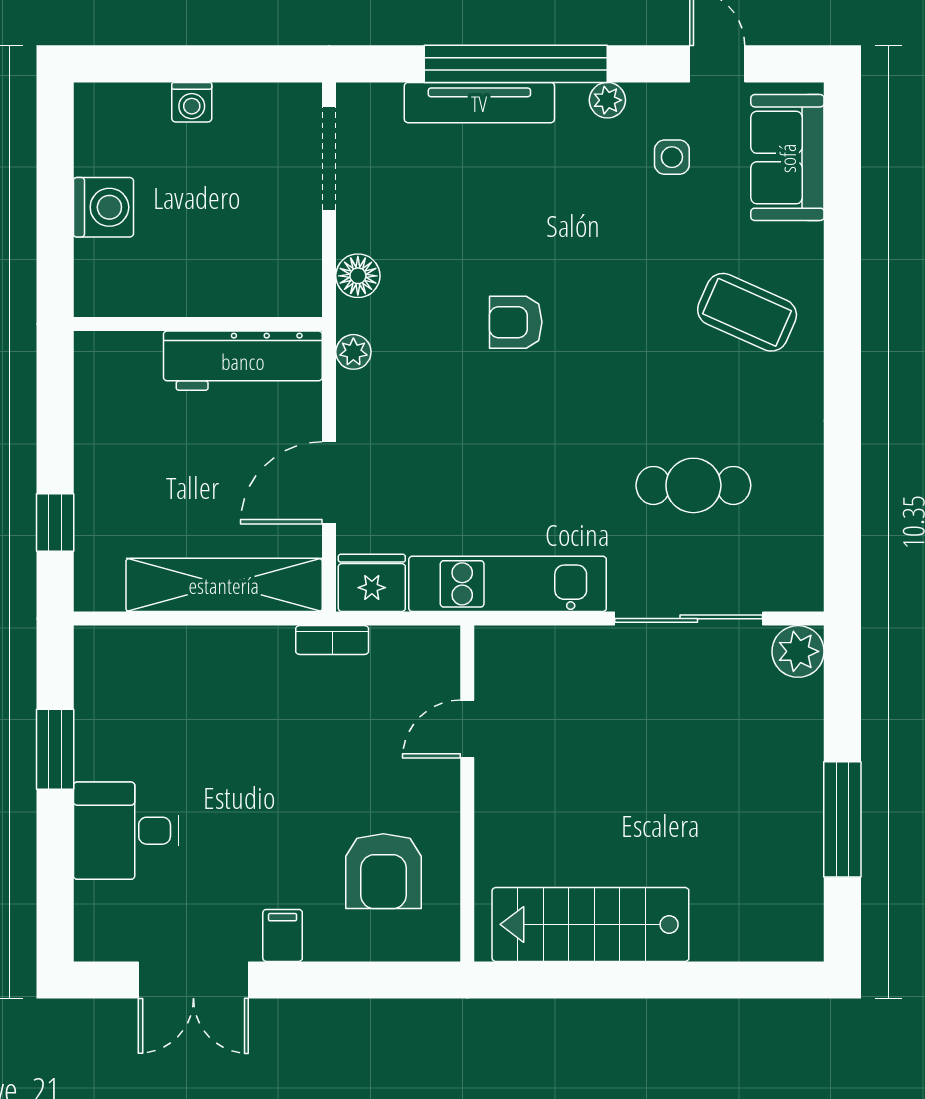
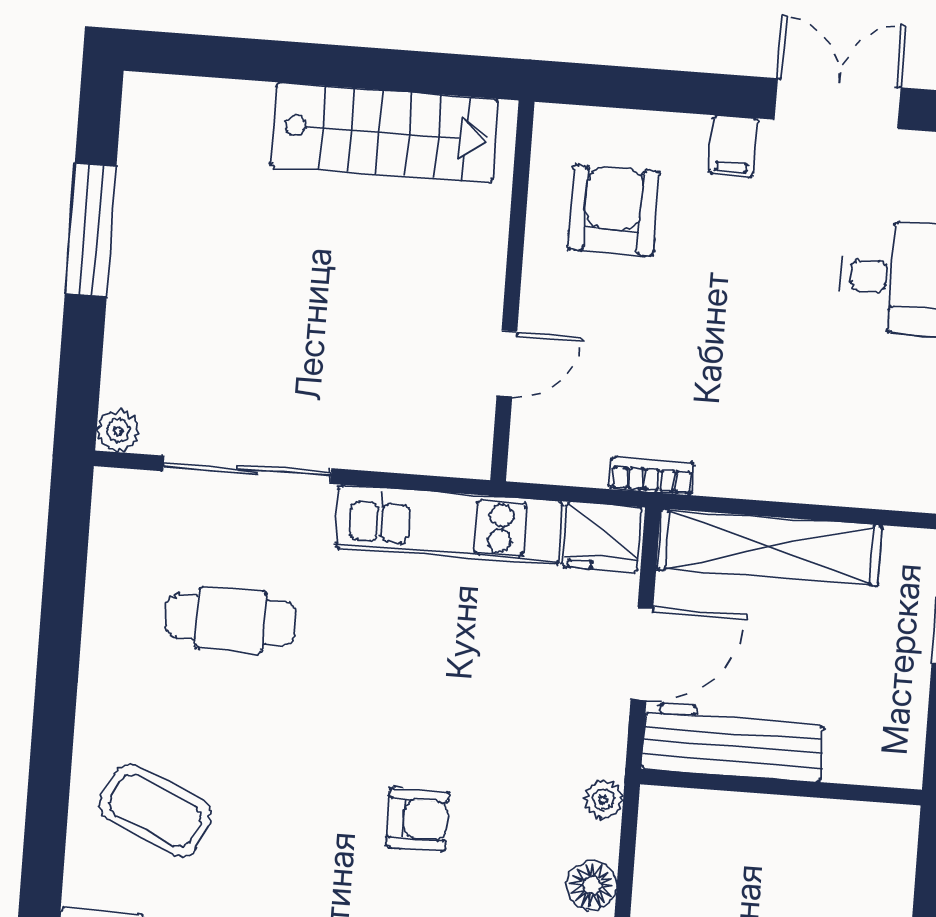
wall: (198, 324) -> (781, 787), moved
workbench: (243, 361) -> (733, 742), moved
plant: (798, 651) -> (118, 431), width x0.73, depth x0.73

